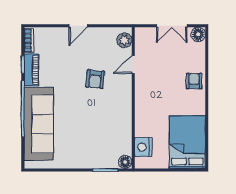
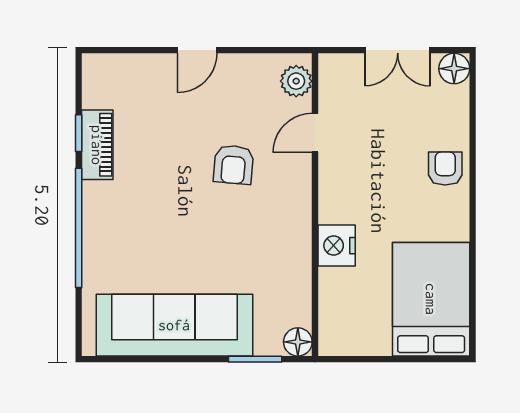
bookcase: (29, 41) -> (92, 82), removed
sofa: (39, 124) -> (174, 325), moved, turned -90
nightstand: (143, 147) -> (337, 246), moved

